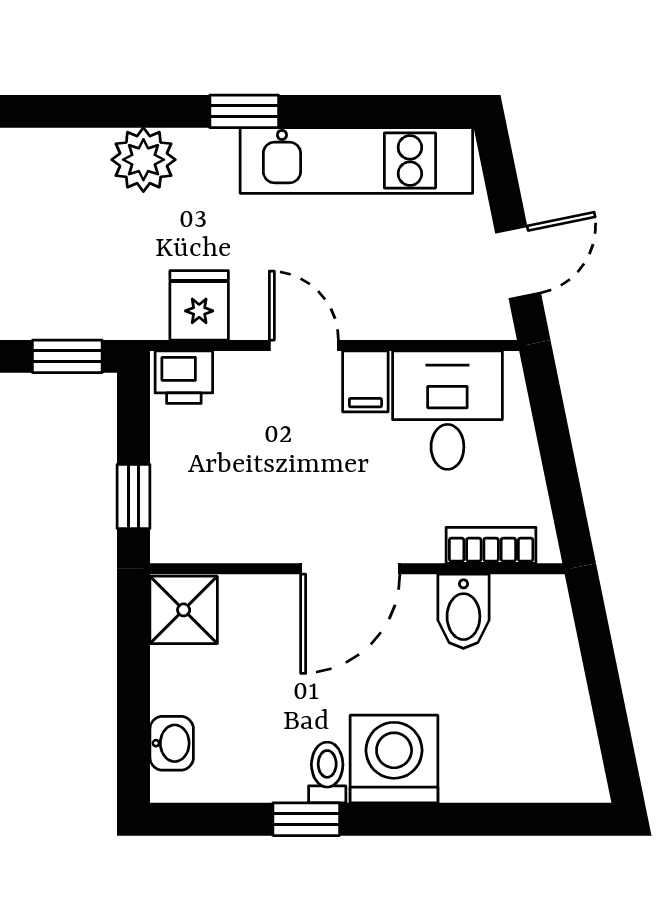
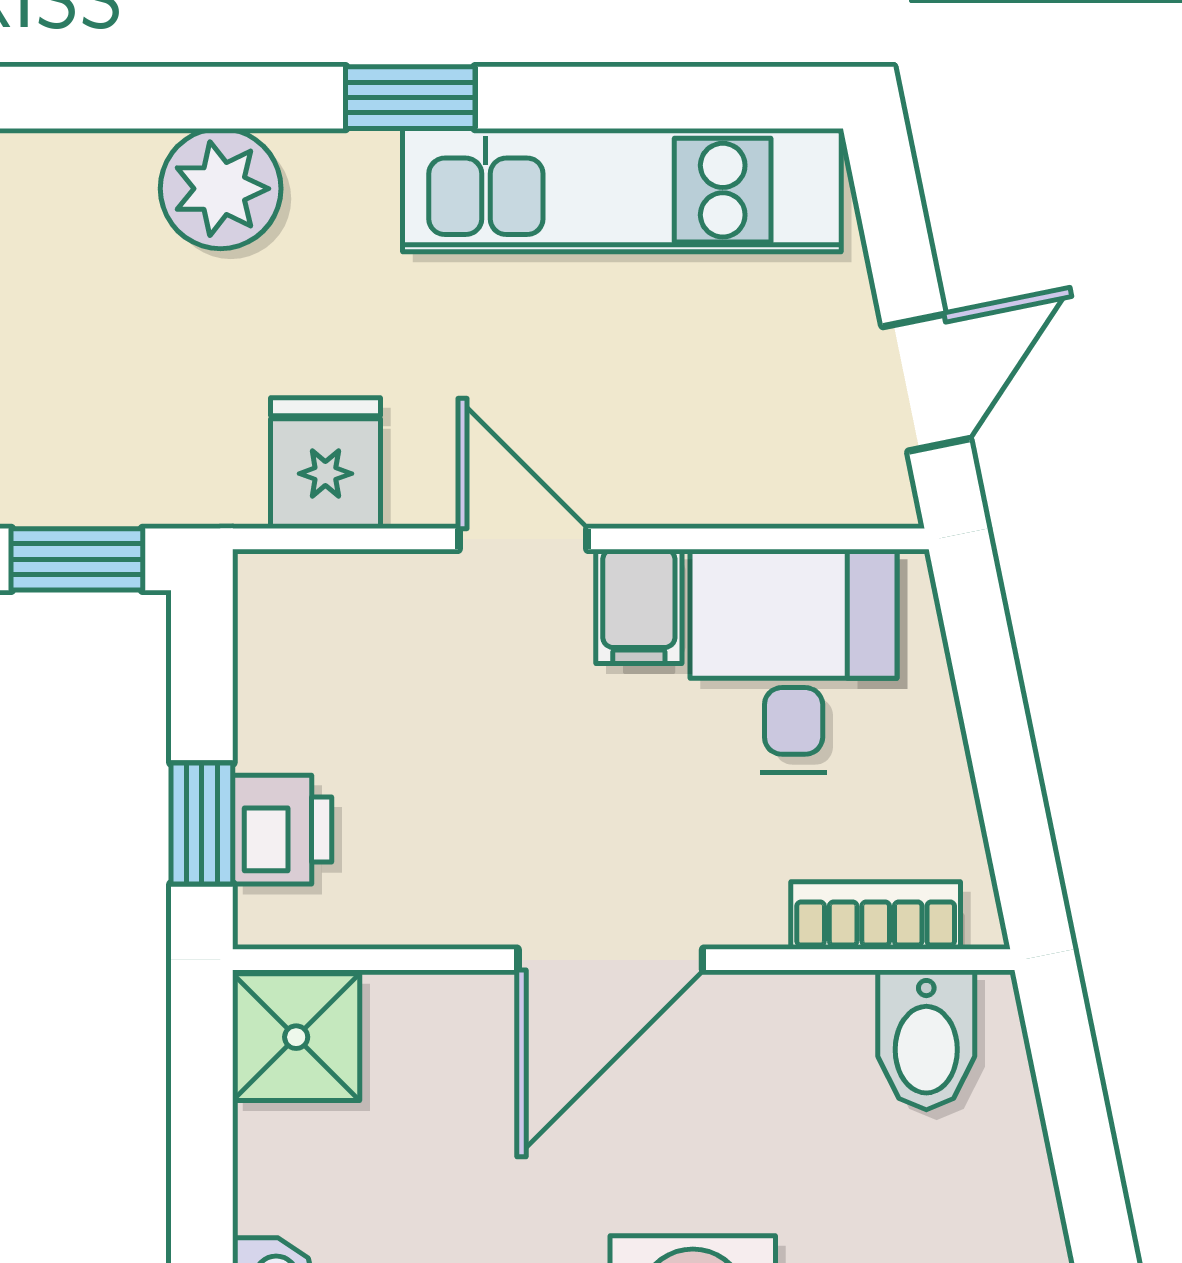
printer: (184, 377) -> (282, 830), moved, turned -90
bidet: (463, 611) -> (926, 1040), moved

